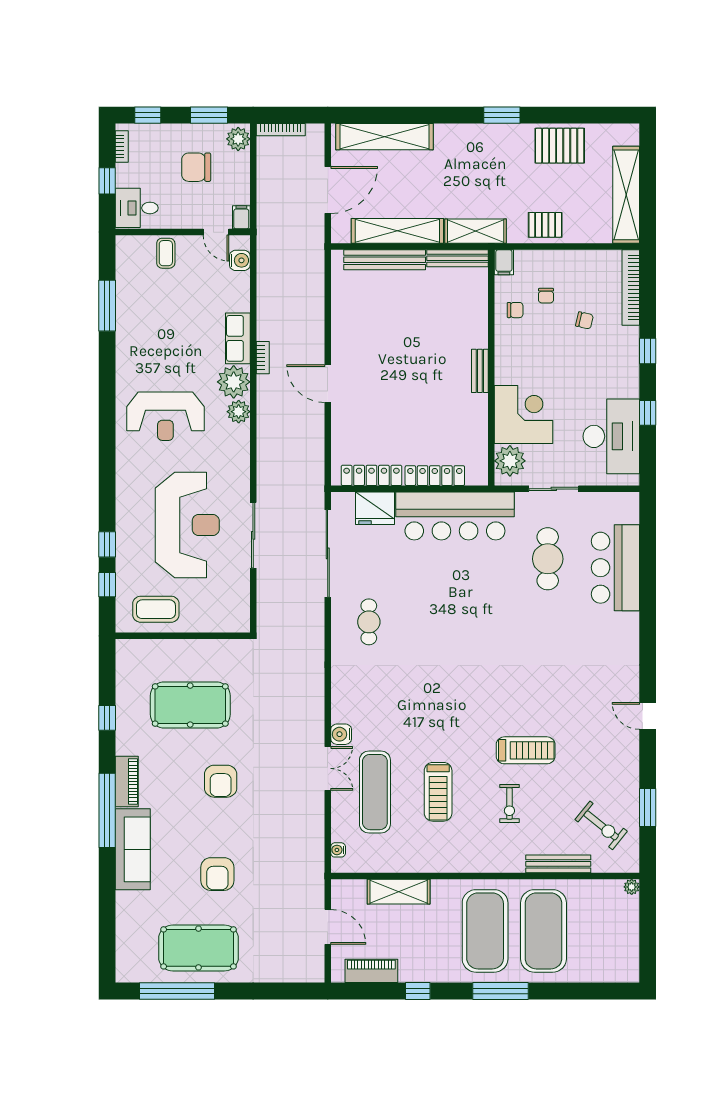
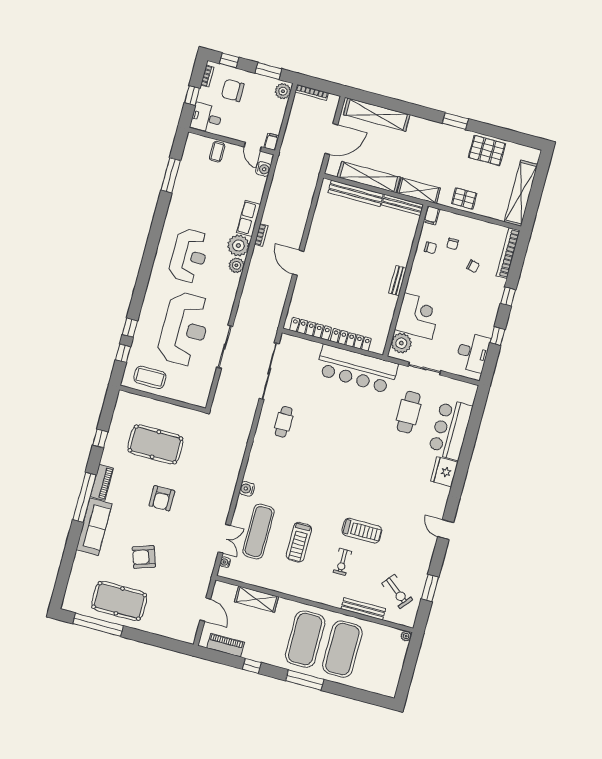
chair: (196, 167) -> (233, 90), moved
reception desk: (165, 416) -> (189, 256), turned -90
desk: (611, 436) -> (473, 352), width x0.73, depth x0.77
fridge: (375, 508) -> (444, 472), moved, turned 90
double door: (328, 768) -> (224, 539), moved
armchair: (217, 874) -> (144, 557), turned 71

